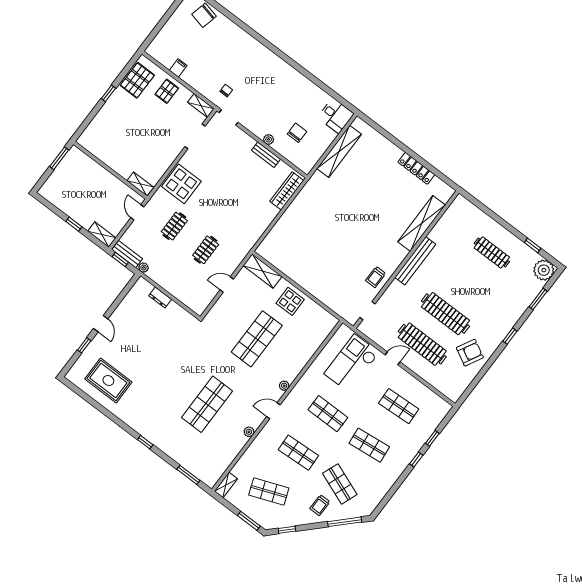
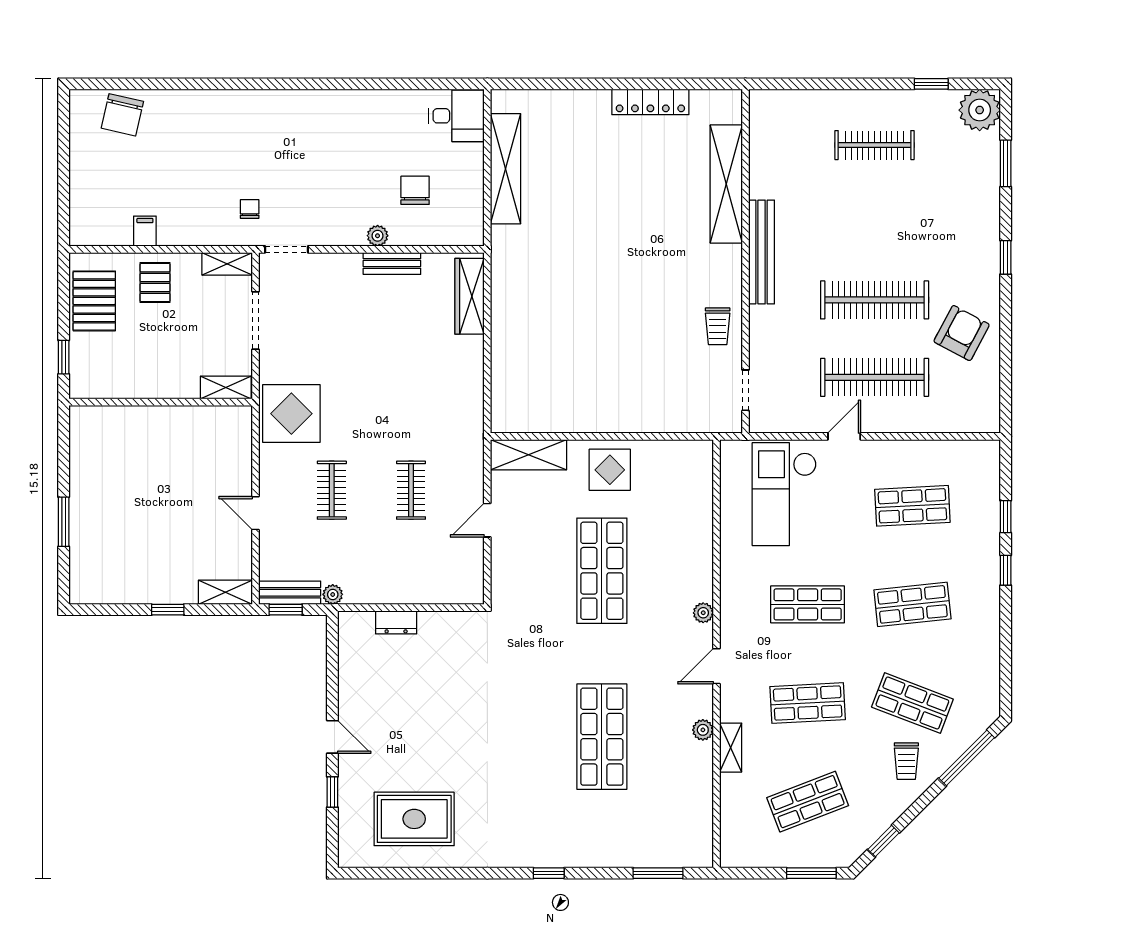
wall: (110, 170) -> (161, 402), moved
shelving: (140, 184) -> (226, 388), moved
shelving: (226, 485) -> (731, 748), moved

